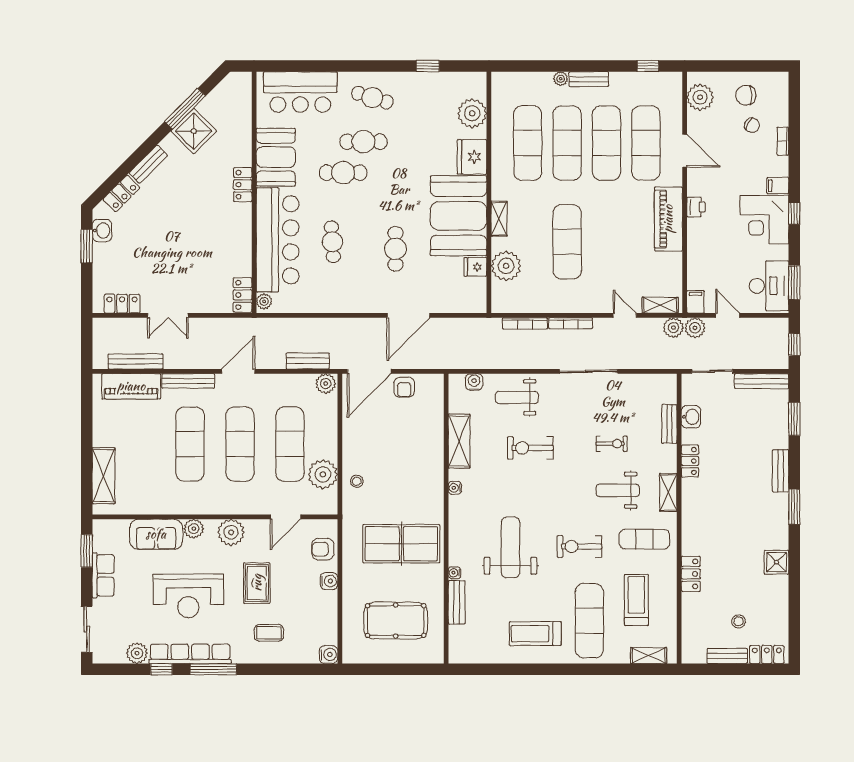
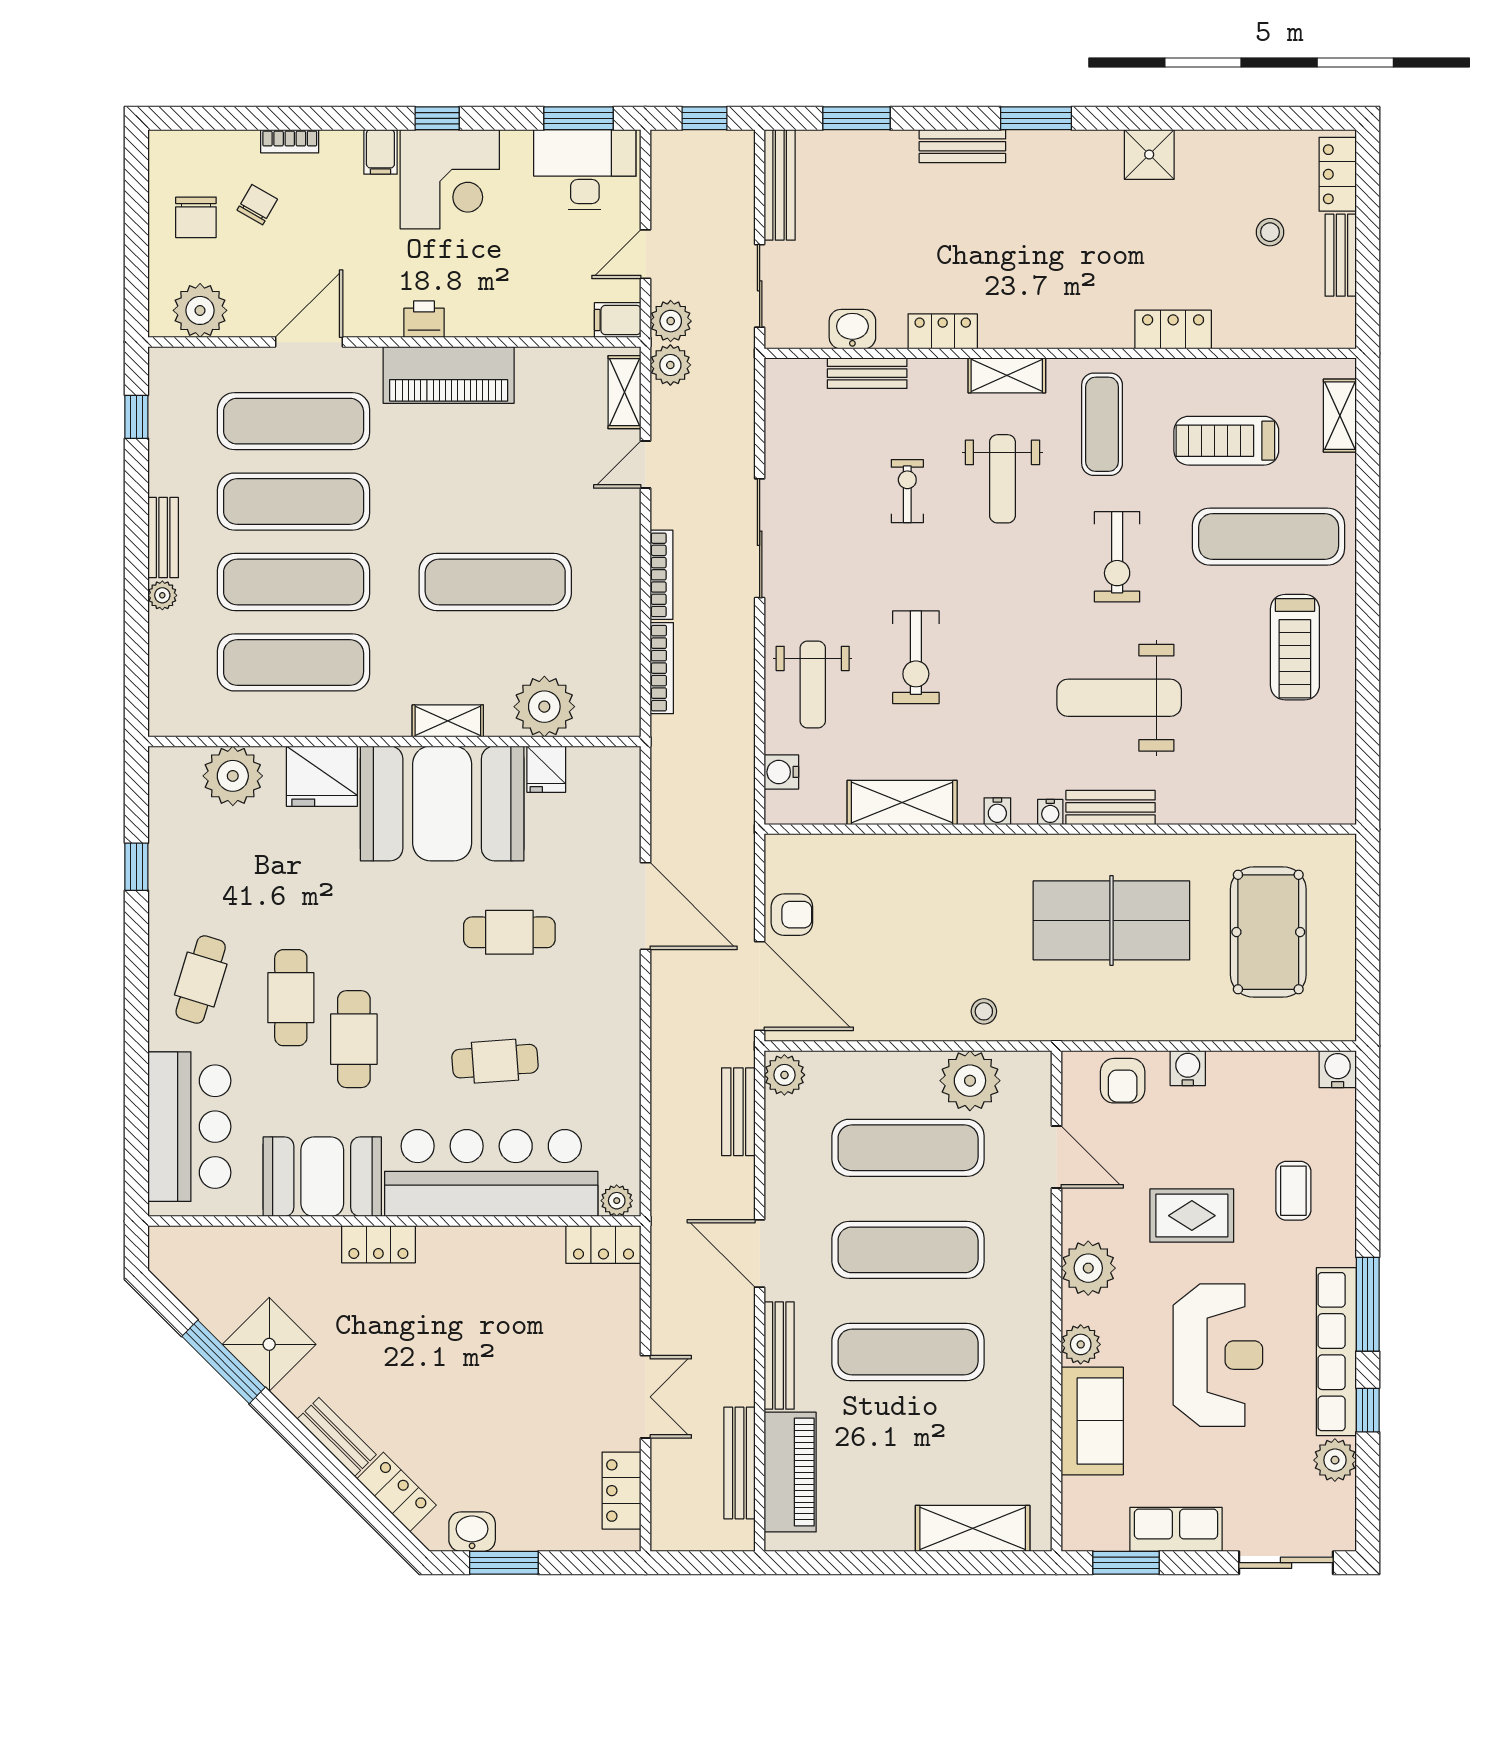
table tennis table: (401, 544) -> (1111, 920), turned 90
water cooler: (454, 573) -> (1050, 812), moved
bench: (457, 602) -> (1111, 807), moved

